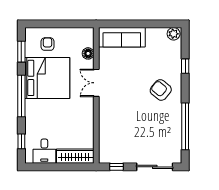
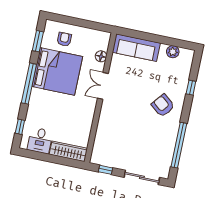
plant: (174, 34) -> (173, 52), moved

